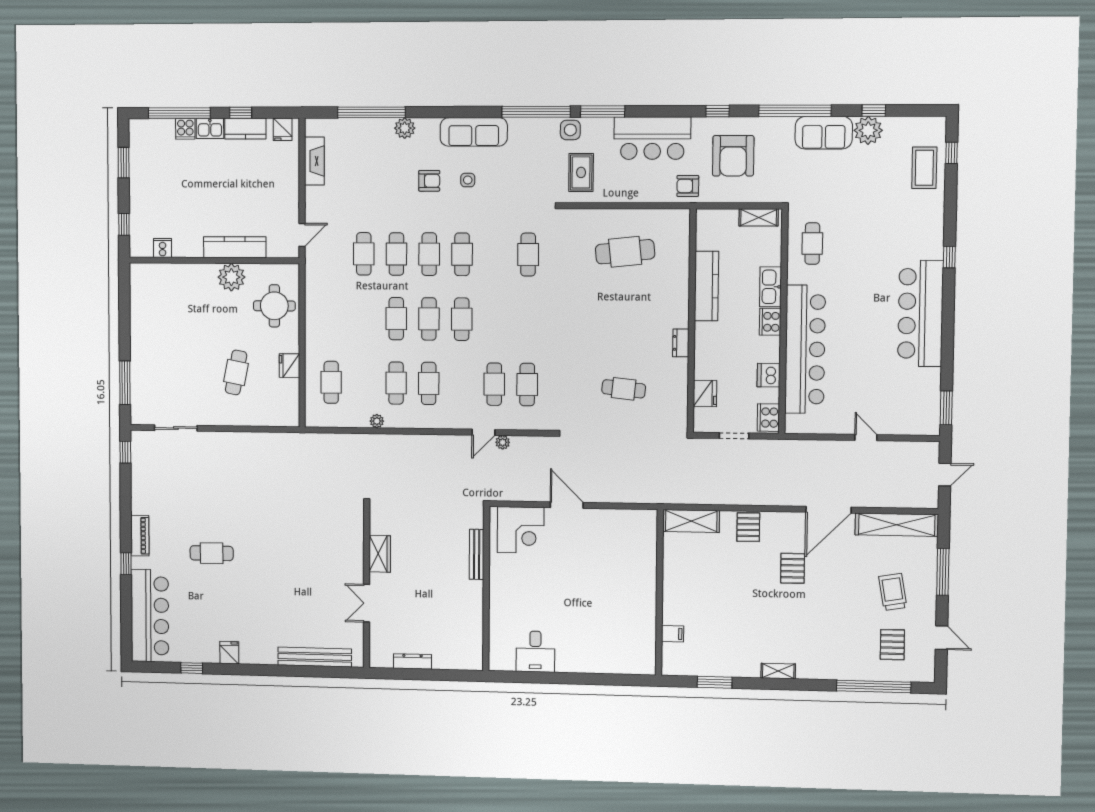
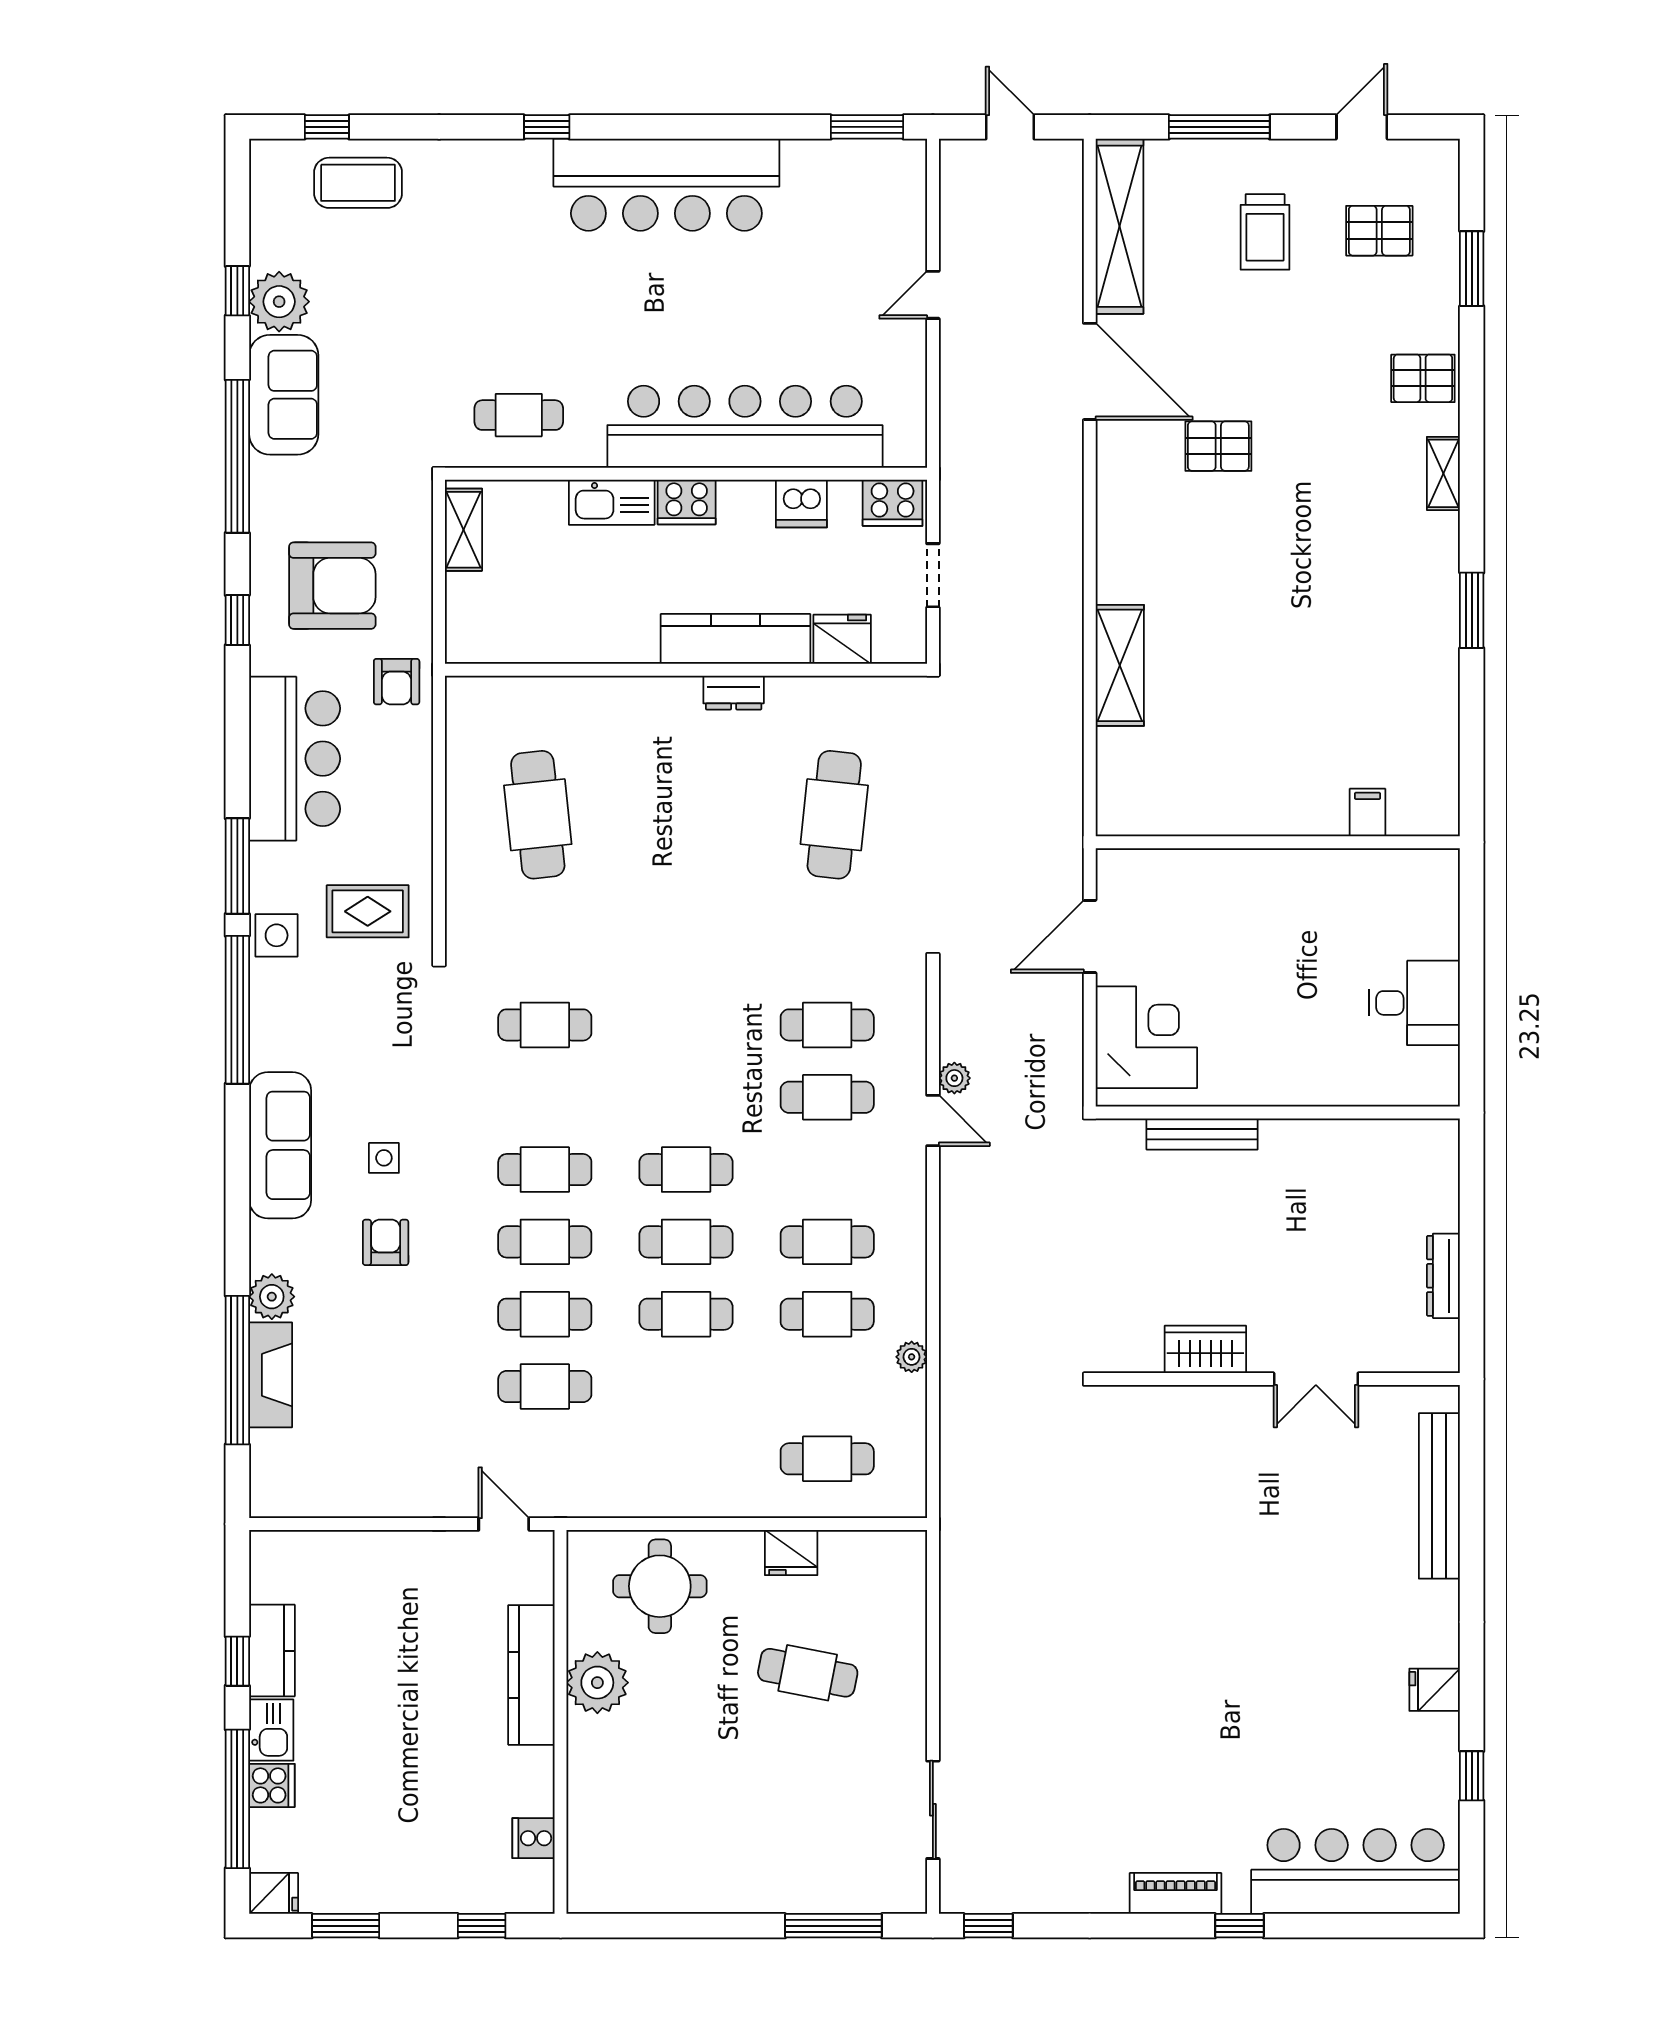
fridge: (283, 129) -> (274, 1893), moved
fireplace: (314, 161) -> (271, 1375), moved, turned 90
kitchen counter: (706, 286) -> (736, 639), moved
cafe table: (624, 389) -> (834, 815), width x1.37, depth x1.35
pallet: (748, 527) -> (1423, 378), moved
cafe table: (212, 553) -> (1212, 1729), removed
trolley: (893, 592) -> (1265, 232), turned -80
wall: (659, 593) -> (1278, 842), moved
filing cabinet: (673, 634) -> (1367, 813), moved
window: (874, 687) -> (1472, 269), width x0.47

